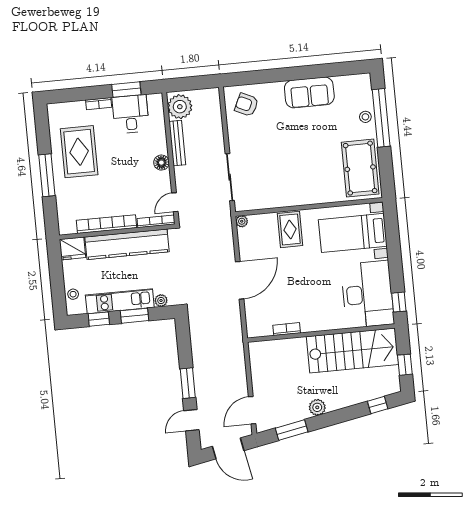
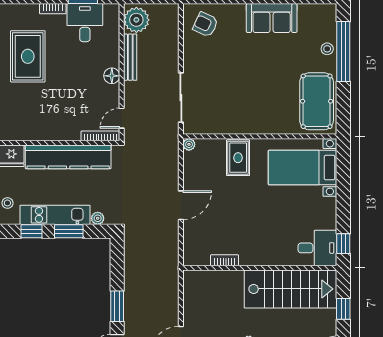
bookcase: (107, 224) -> (49, 134), removed
door: (240, 280) -> (181, 205), width x0.73
desk: (368, 294) -> (317, 248), width x0.53, depth x0.77

